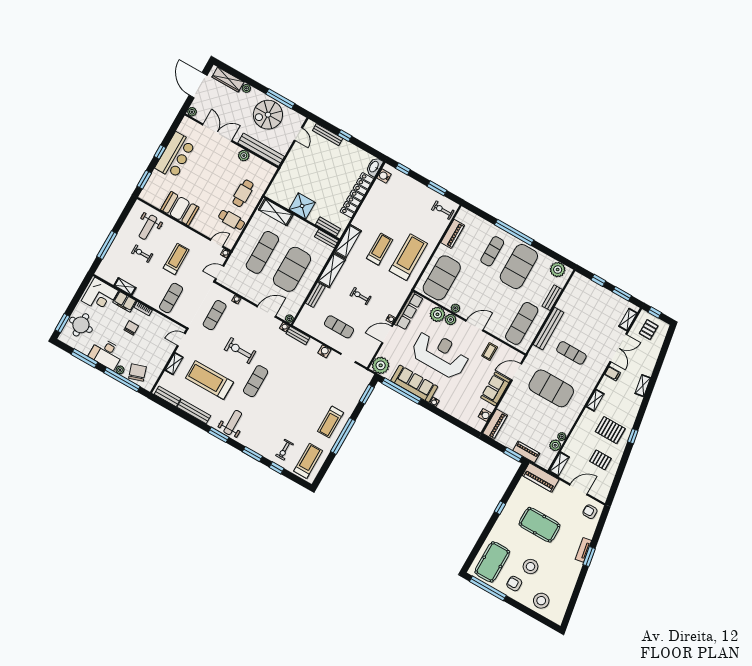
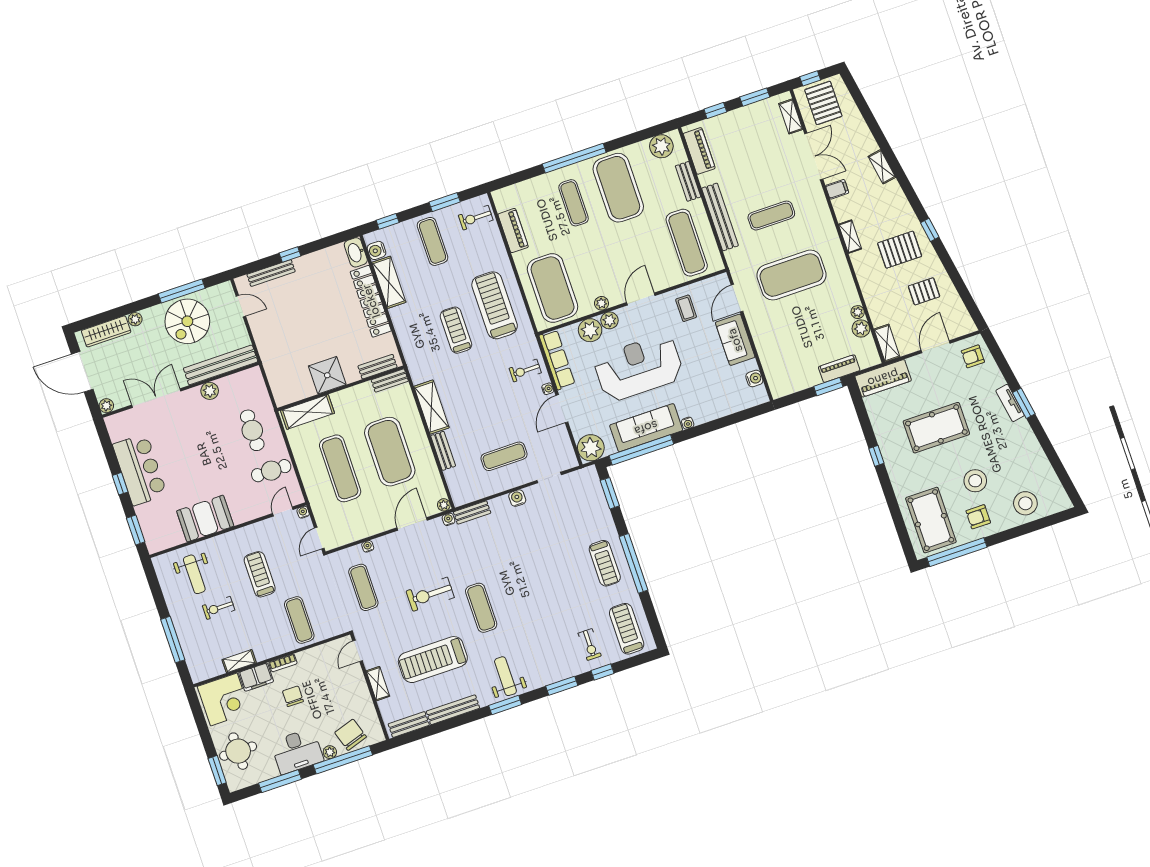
exercise mat: (413, 199) -> (433, 241), added
shelving: (348, 241) -> (389, 282), moved
exercise bike: (361, 296) -> (525, 371), moved
pallet: (649, 330) -> (823, 103), width x1.50, depth x1.42
piano: (495, 424) -> (699, 151), moved

